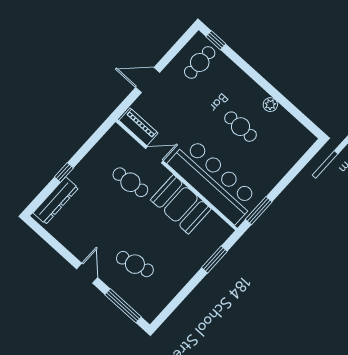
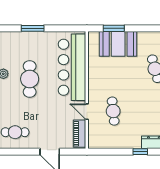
cafe table: (240, 127) -> (30, 79), width x1.37, depth x1.35
booth: (181, 204) -> (118, 44), moved, turned 90
window: (259, 211) -> (33, 28), moved

